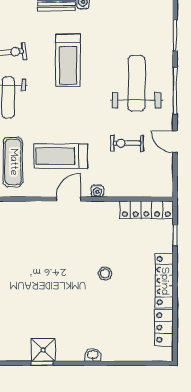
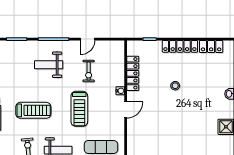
weight bench: (137, 83) -> (49, 65), width x0.73, depth x0.75
treadmill: (61, 156) -> (79, 109), moved
door: (69, 199) -> (126, 110), swing flipped
locker: (146, 210) -> (133, 73), moved

